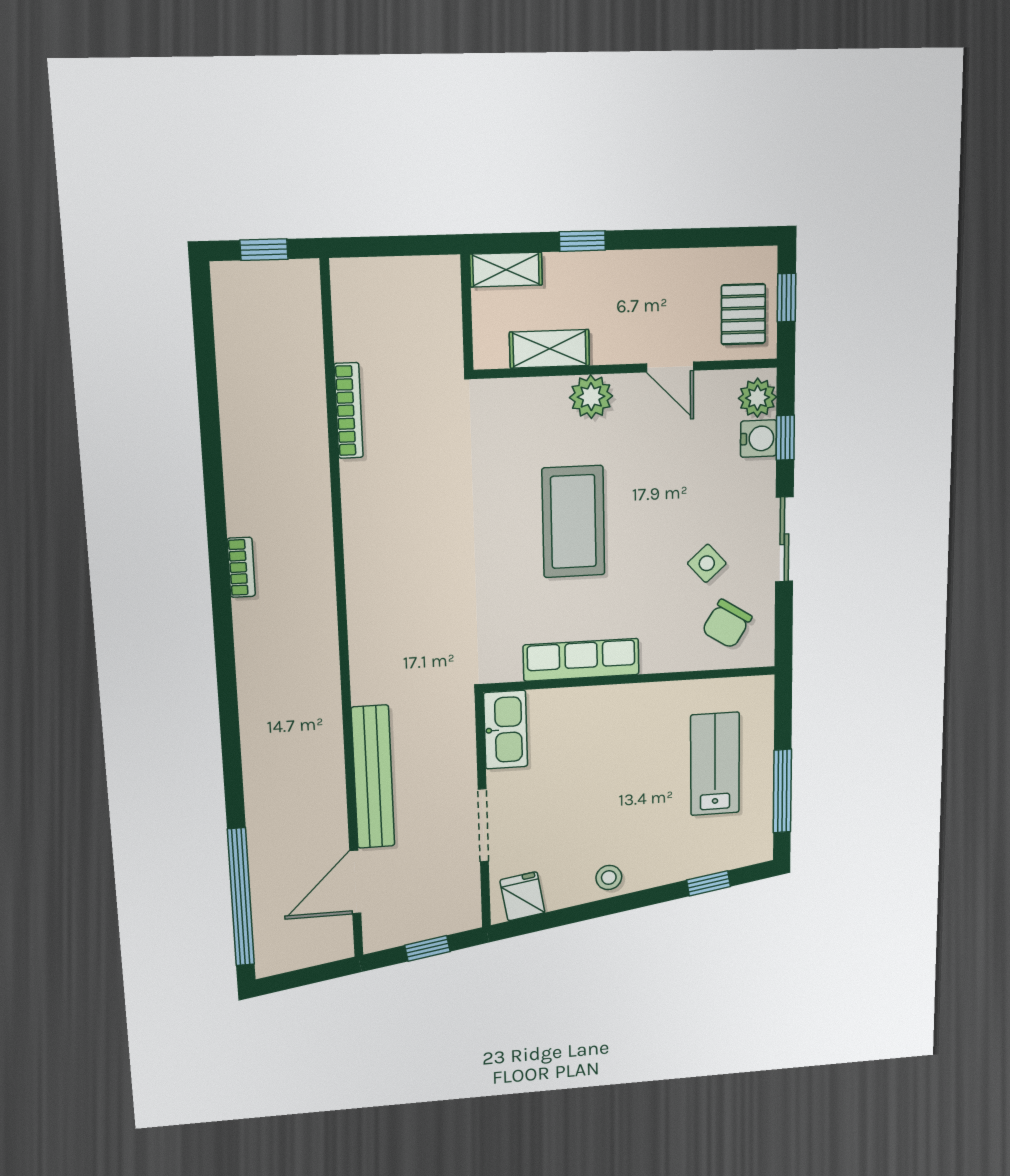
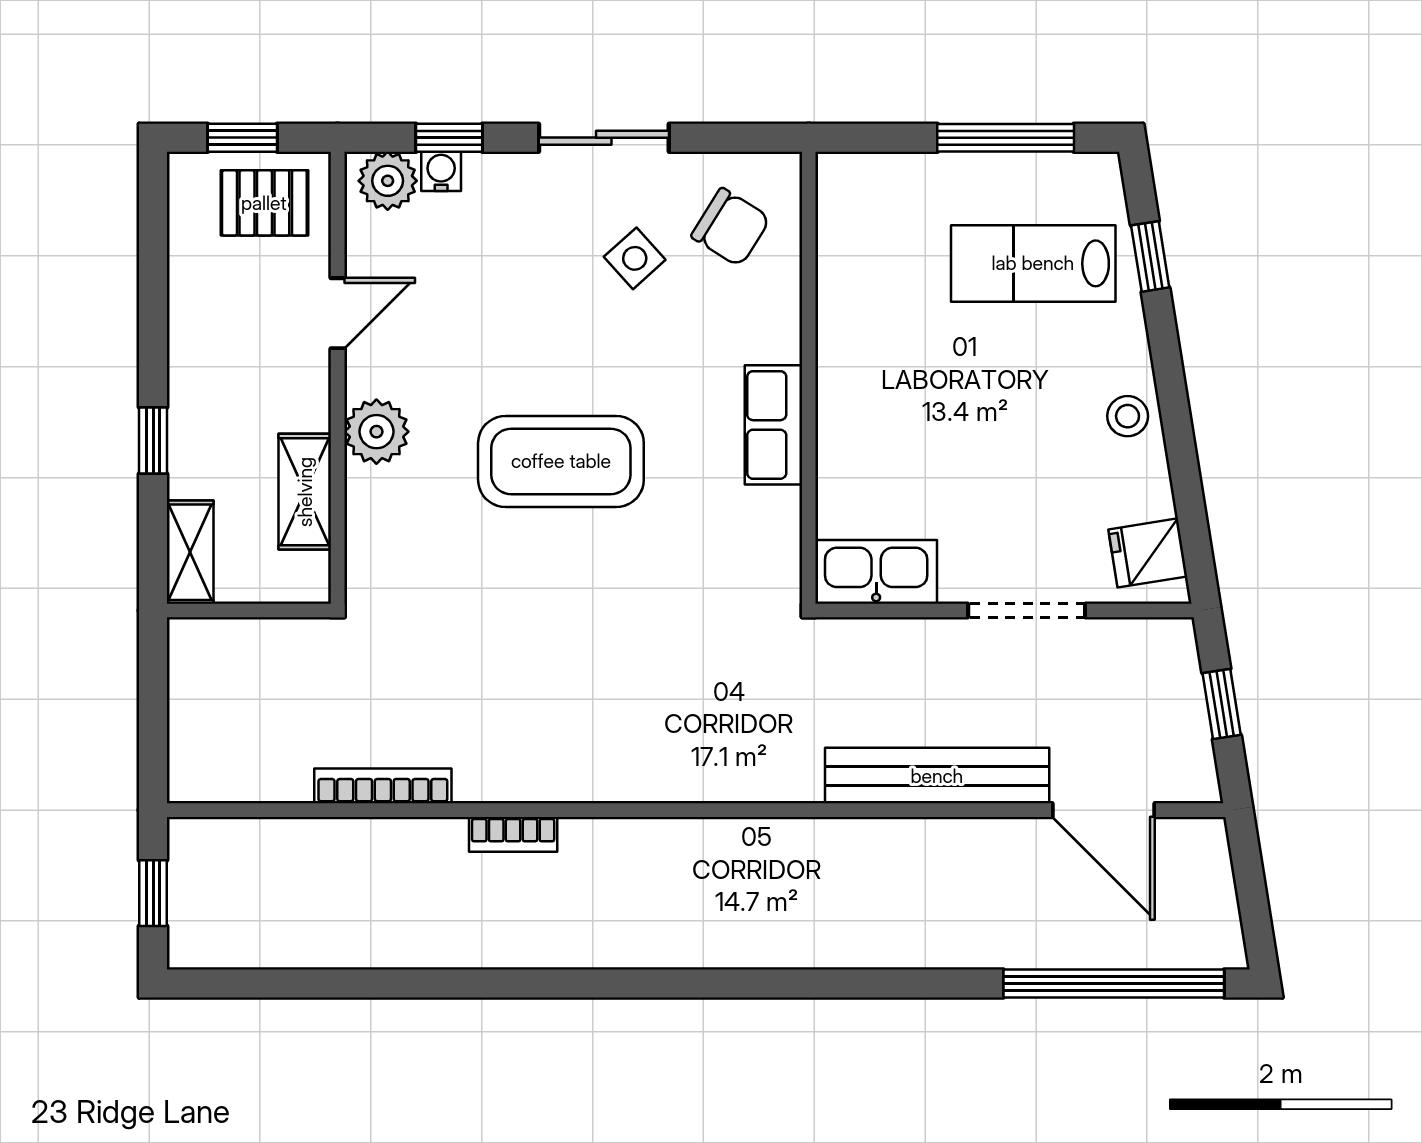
water cooler: (759, 439) -> (441, 171), width x0.72, depth x0.72
bookcase: (241, 567) -> (513, 834), moved, turned 180
row of seats: (581, 660) -> (774, 425), width x0.68
lab bench: (715, 764) -> (1033, 263), moved

